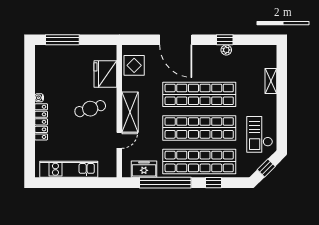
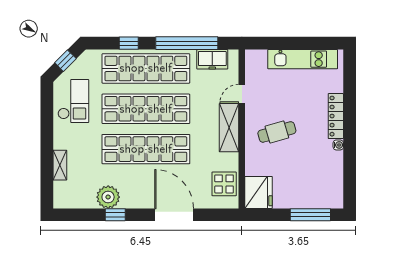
plant: (226, 50) -> (108, 197), width x1.88, depth x1.88
fridge: (105, 74) -> (259, 192), moved

